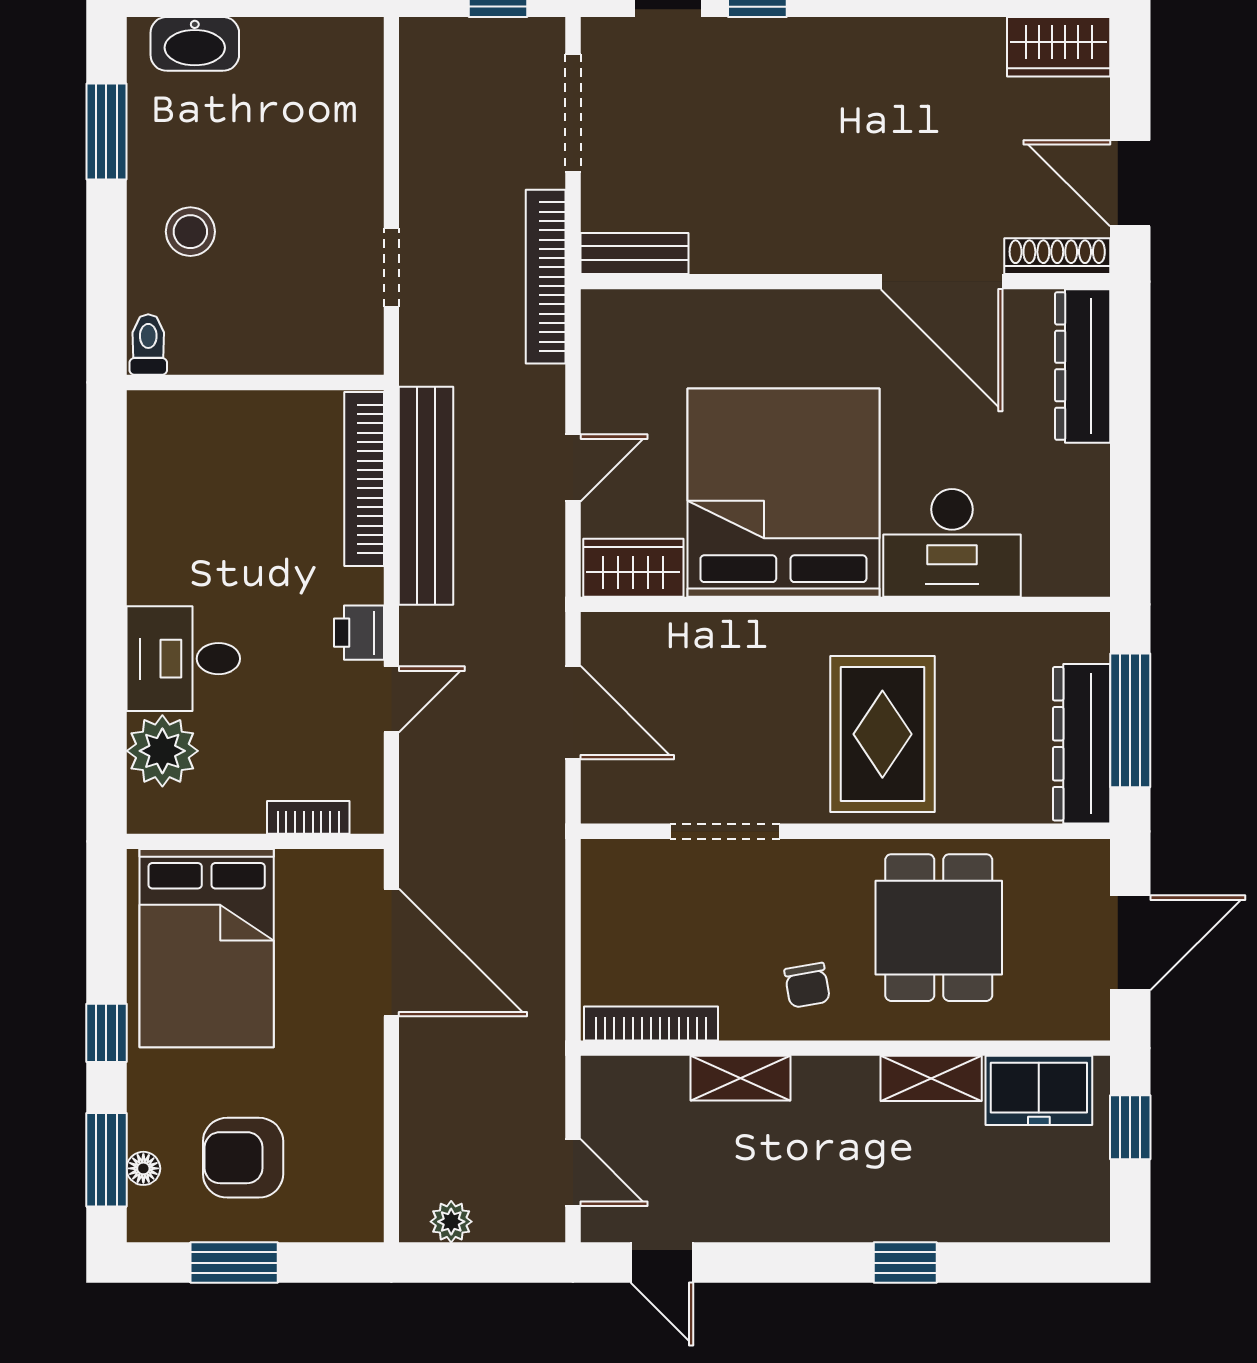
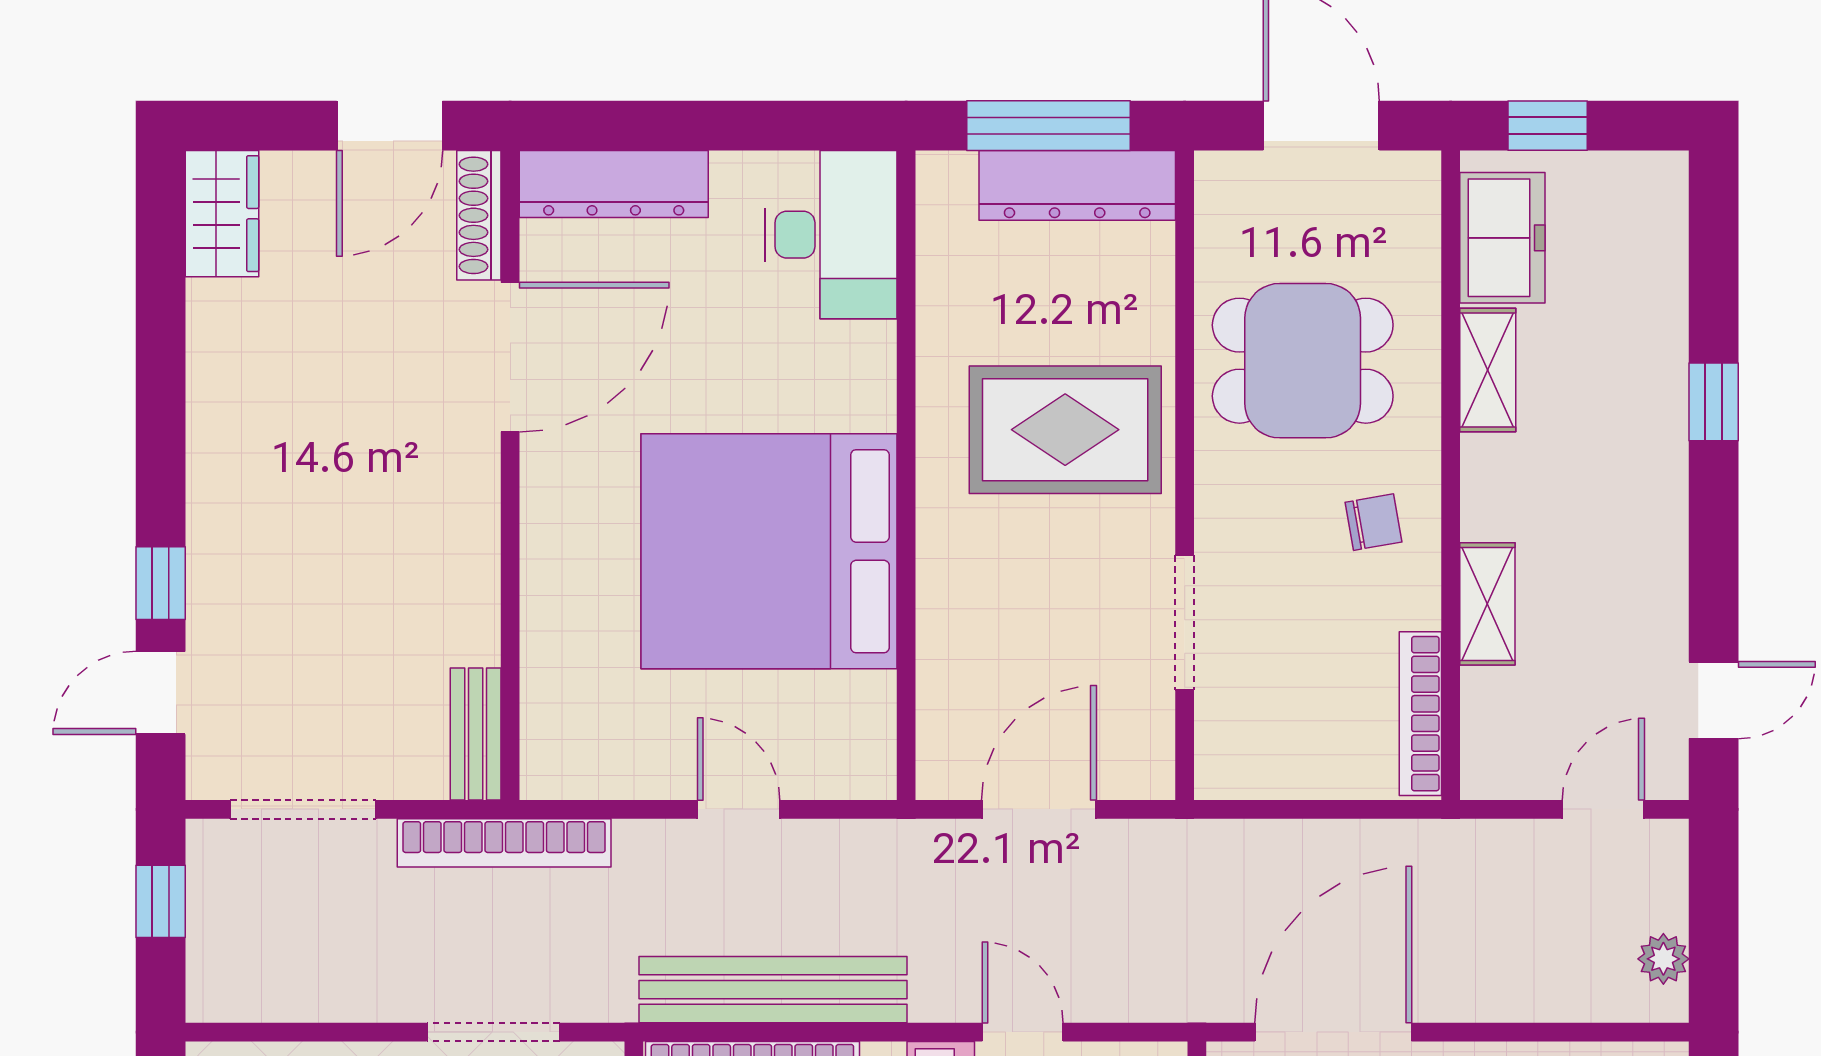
doorway: (391, 268) -> (493, 1032), width x1.38
desk: (952, 543) -> (831, 235), moved
wardrobe: (633, 568) -> (861, 735), removed

